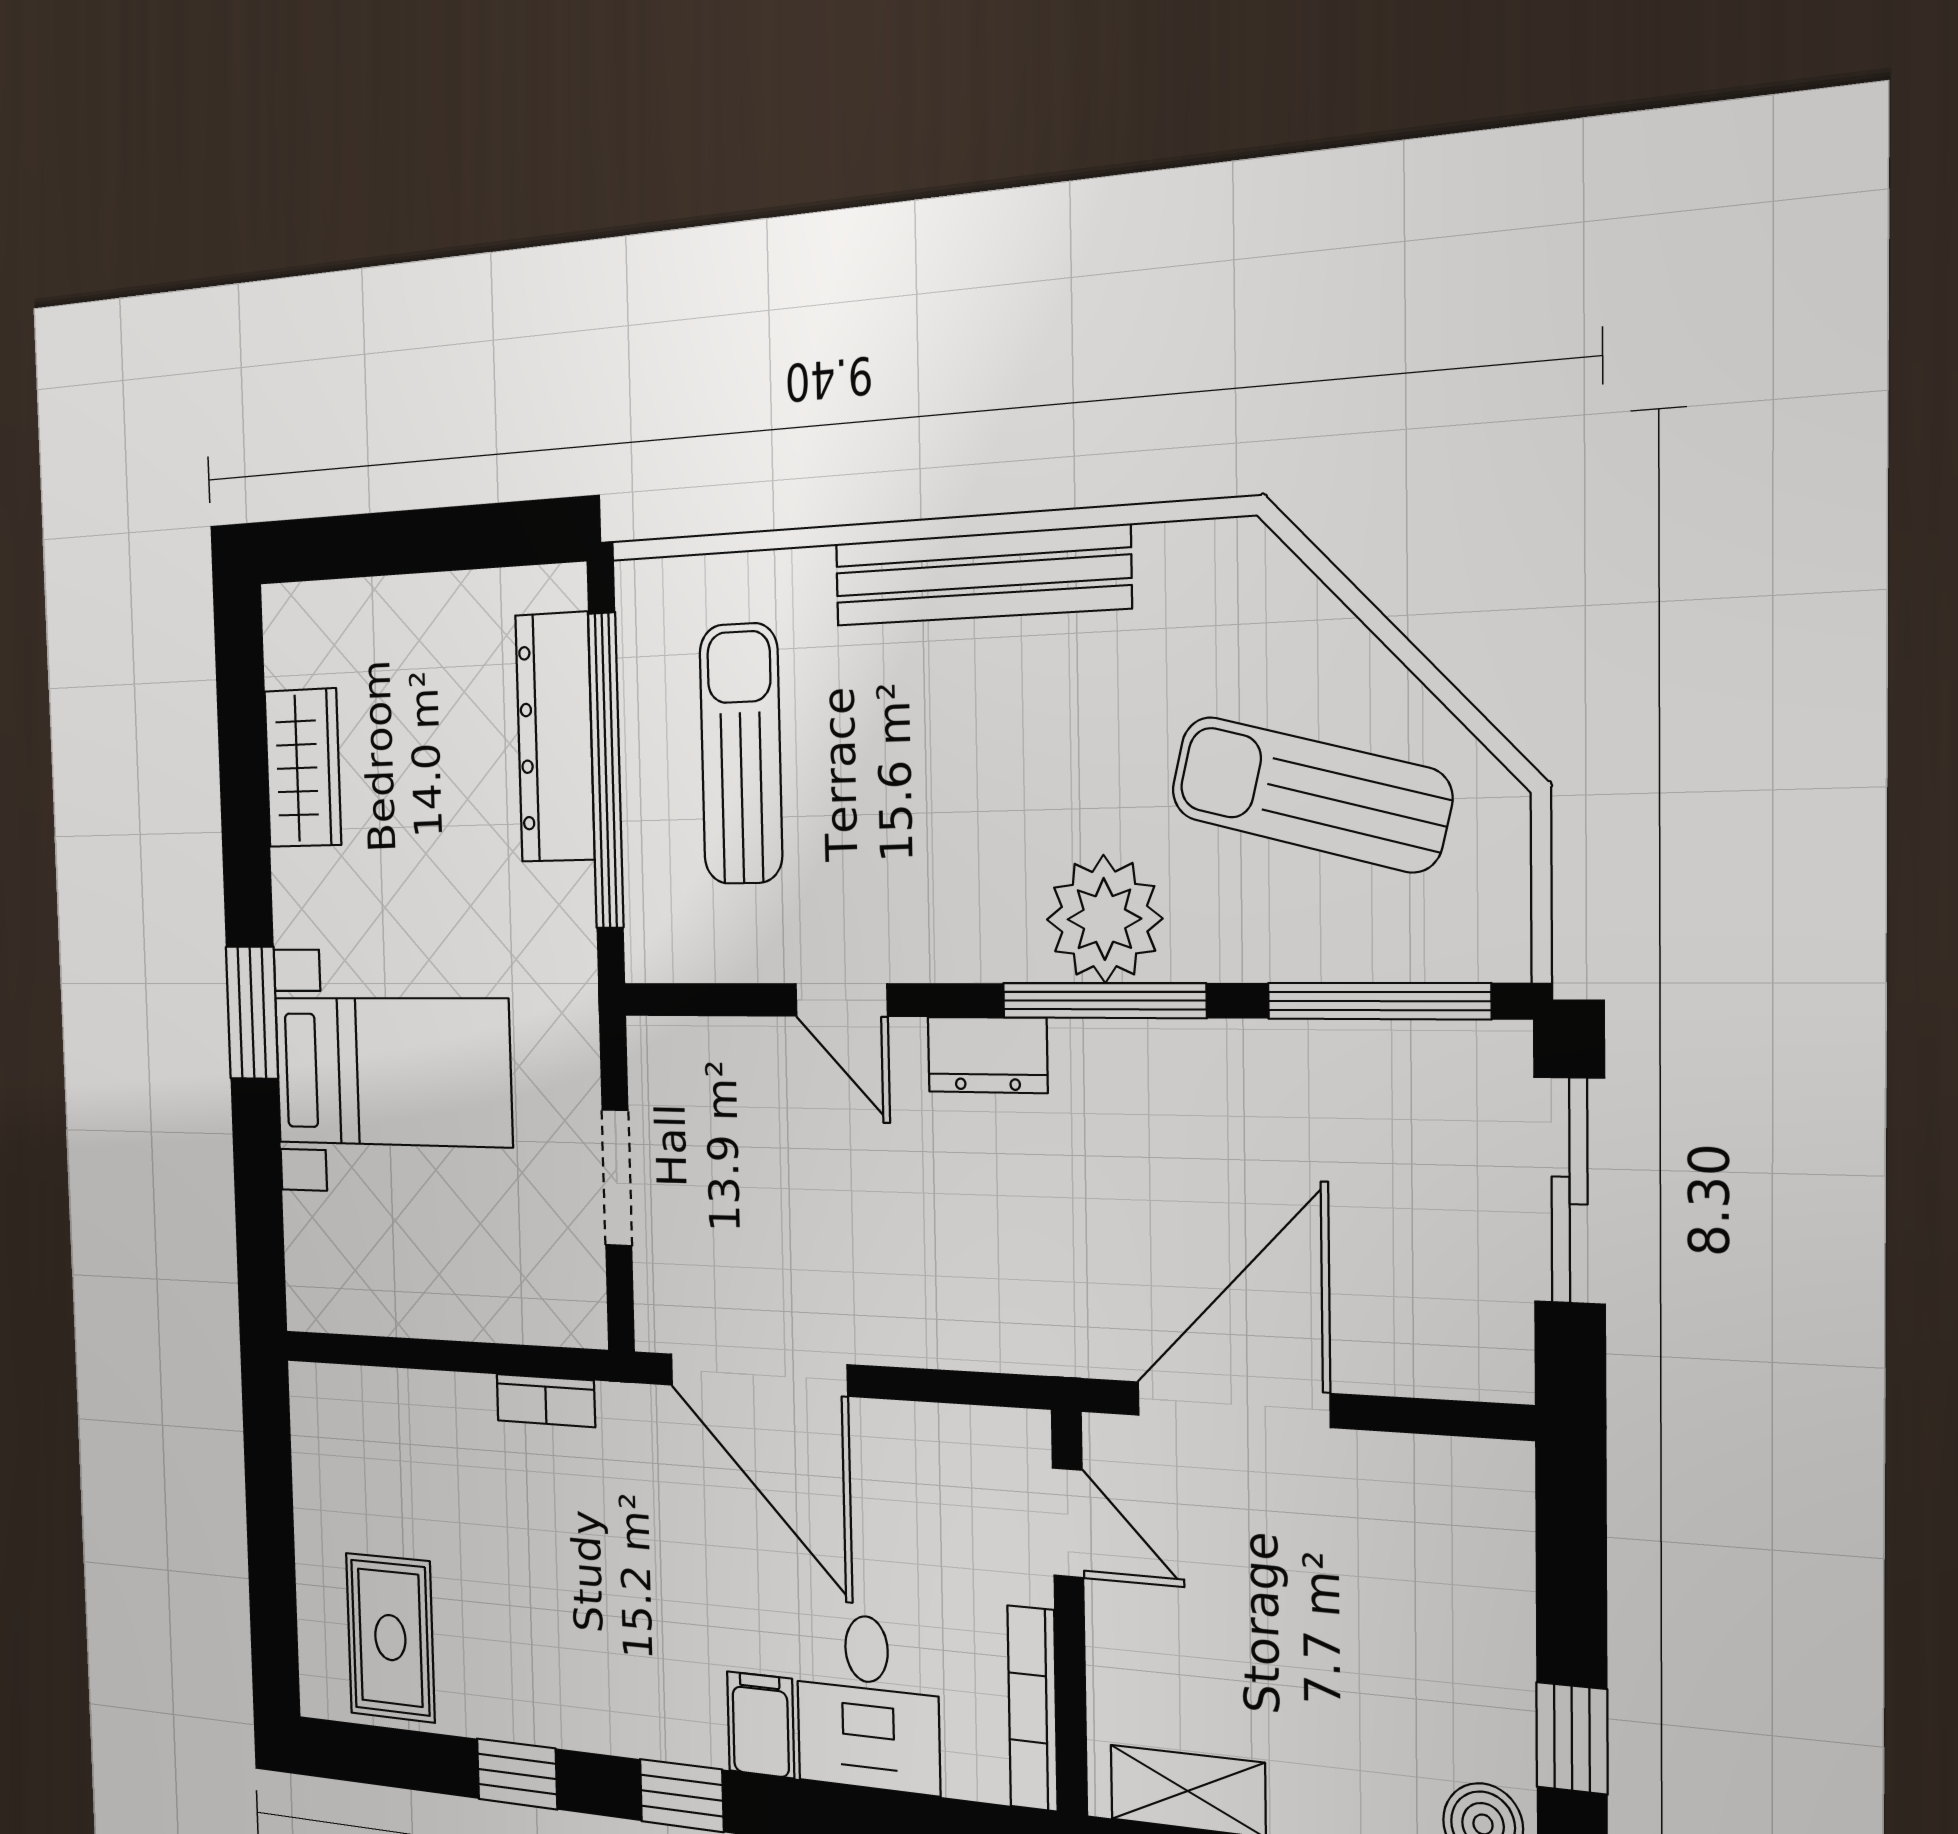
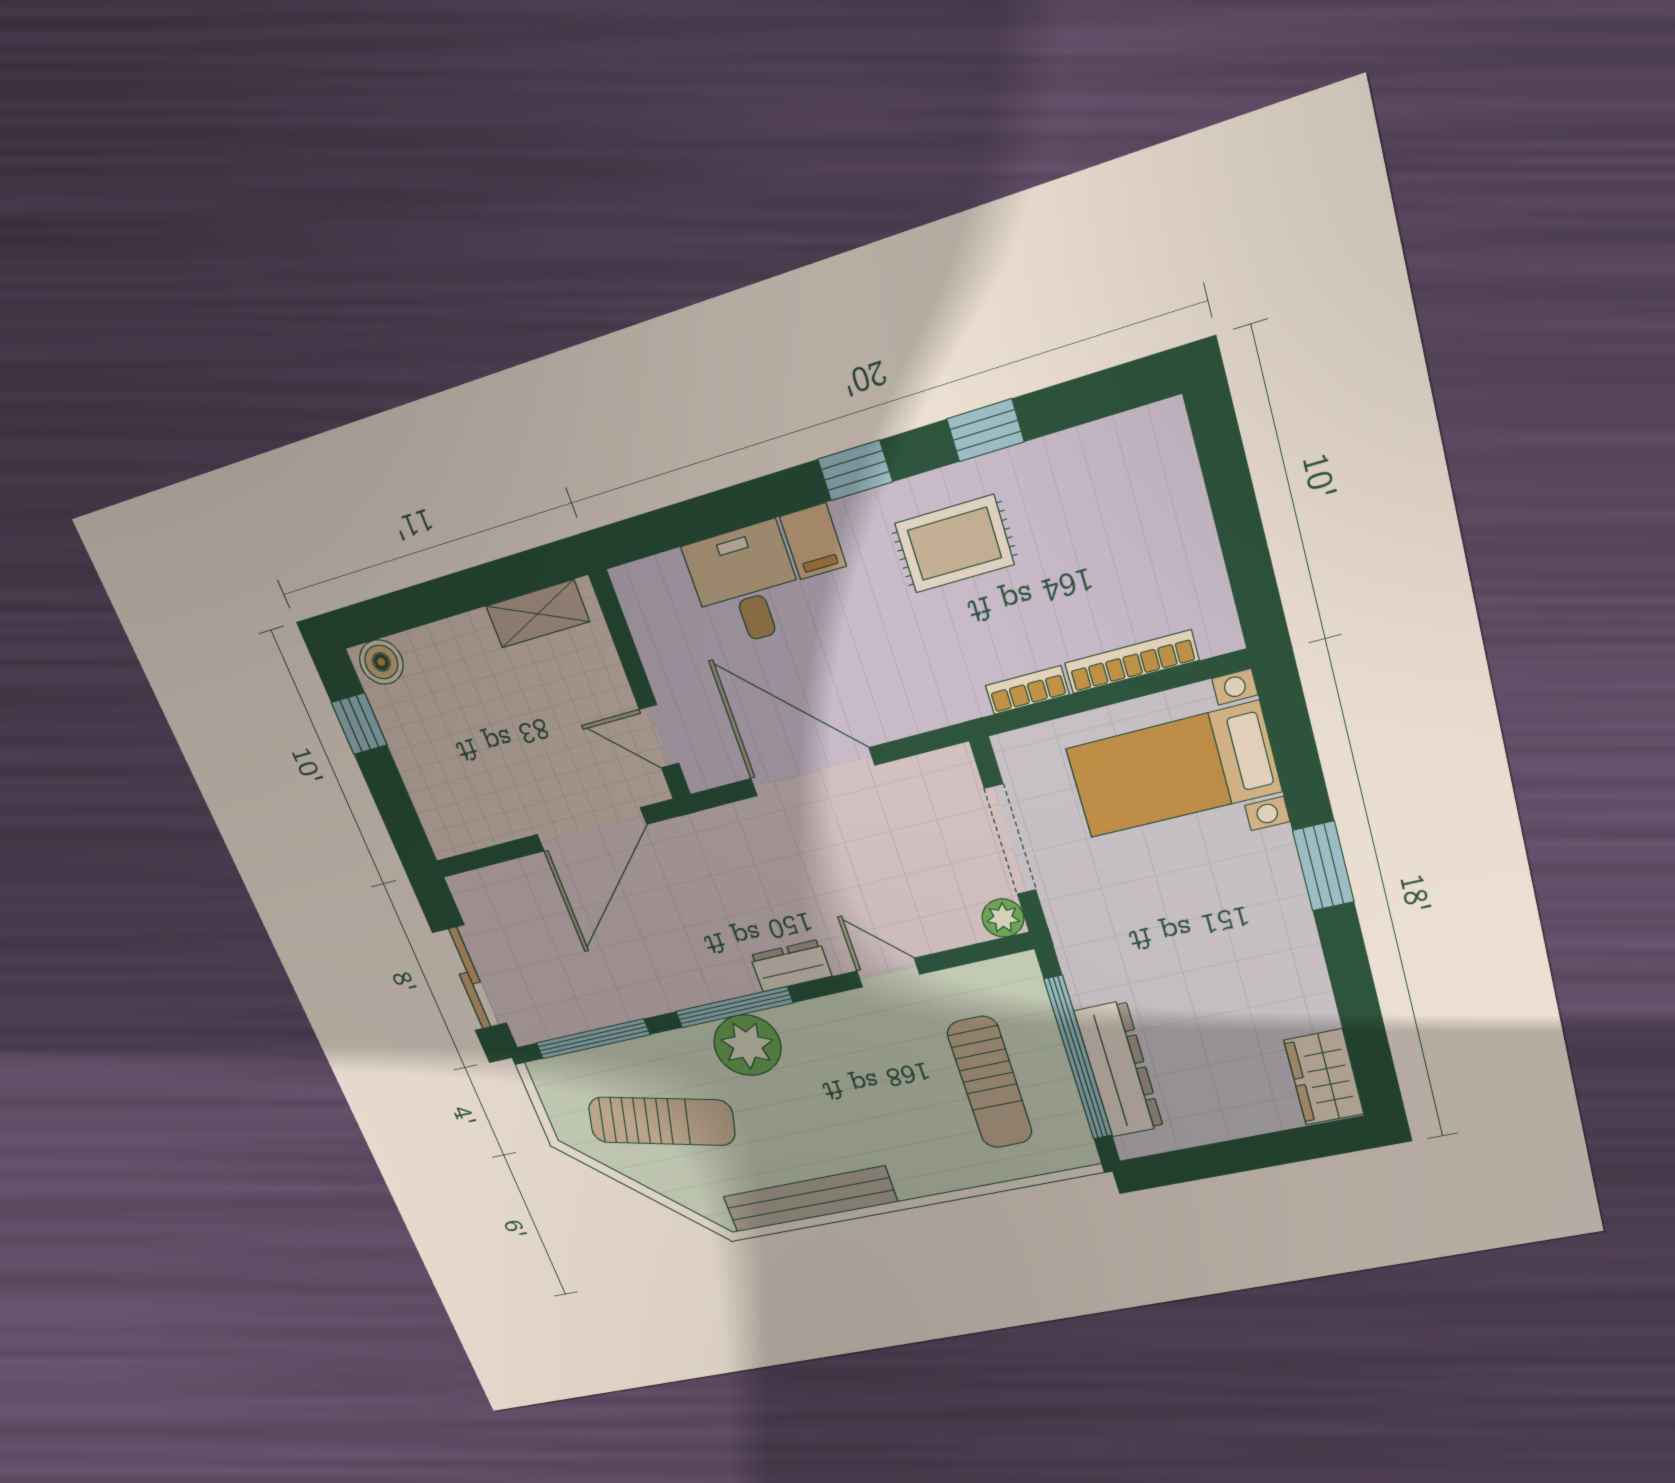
bench: (981, 576) -> (810, 1199), moved
wardrobe: (303, 768) -> (1324, 1077), moved
plant: (655, 1050) -> (1003, 918), added
bed with nightstands: (392, 1072) -> (1173, 770), moved
doorway: (617, 1178) -> (1010, 840), width x1.38
door: (758, 1375) -> (812, 772), moved
rug: (390, 1638) -> (954, 544), moved, turned 90
bookcase: (1032, 1708) -> (1132, 662), moved, turned -90

